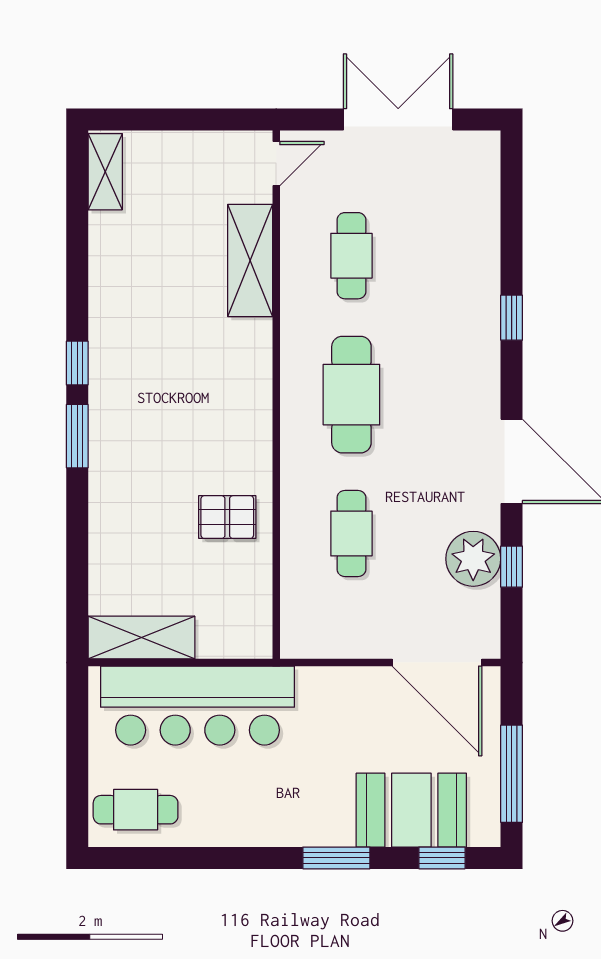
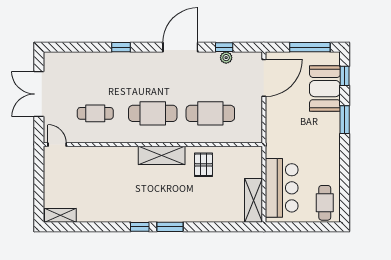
shelving: (250, 260) -> (162, 155), moved
cafe table: (351, 534) -> (210, 113), width x1.37, depth x1.35
plant: (473, 559) -> (226, 58), width x0.53, depth x0.53
bar counter: (198, 706) -> (282, 188), width x0.73

